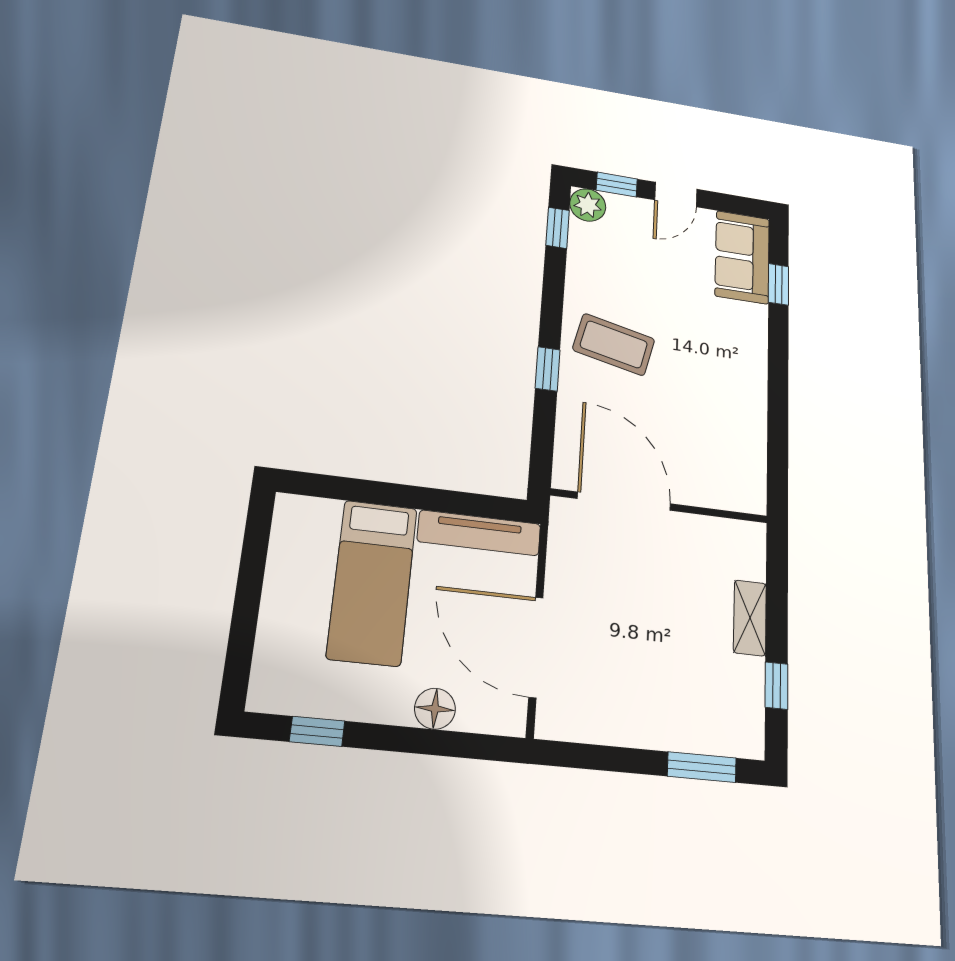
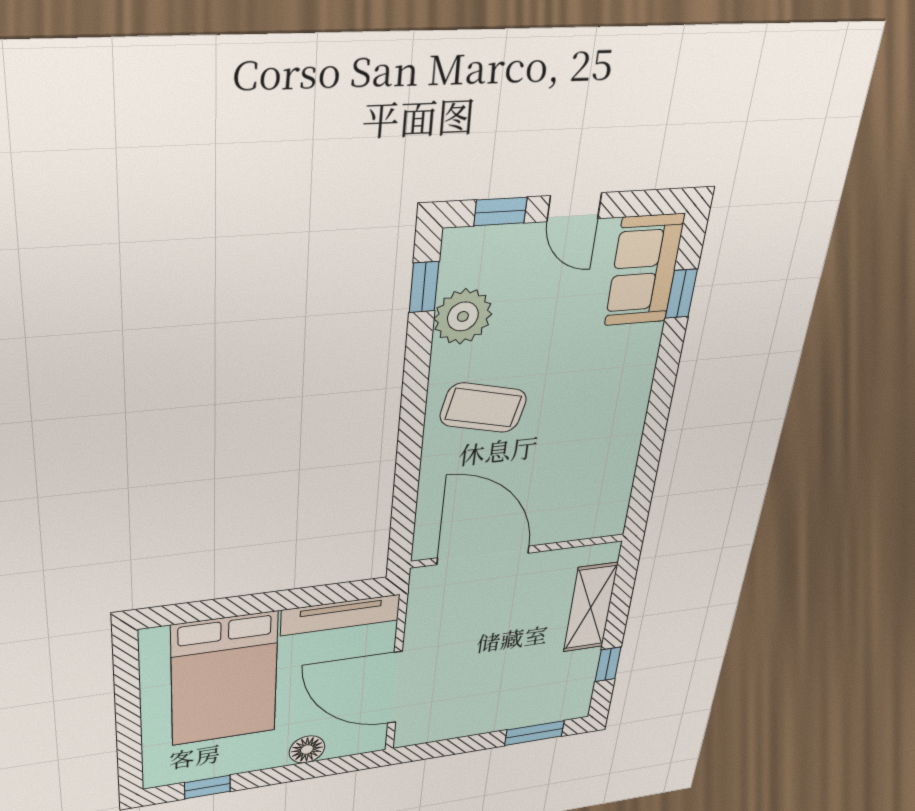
door: (676, 195) -> (574, 207), hinge flipped
plant: (588, 205) -> (463, 316), moved, width x1.36, depth x1.36
window: (548, 369) -> (409, 451), removed
bed: (372, 582) -> (224, 679), width x1.50
shelving: (750, 618) -> (591, 607), width x1.50, depth x1.33

